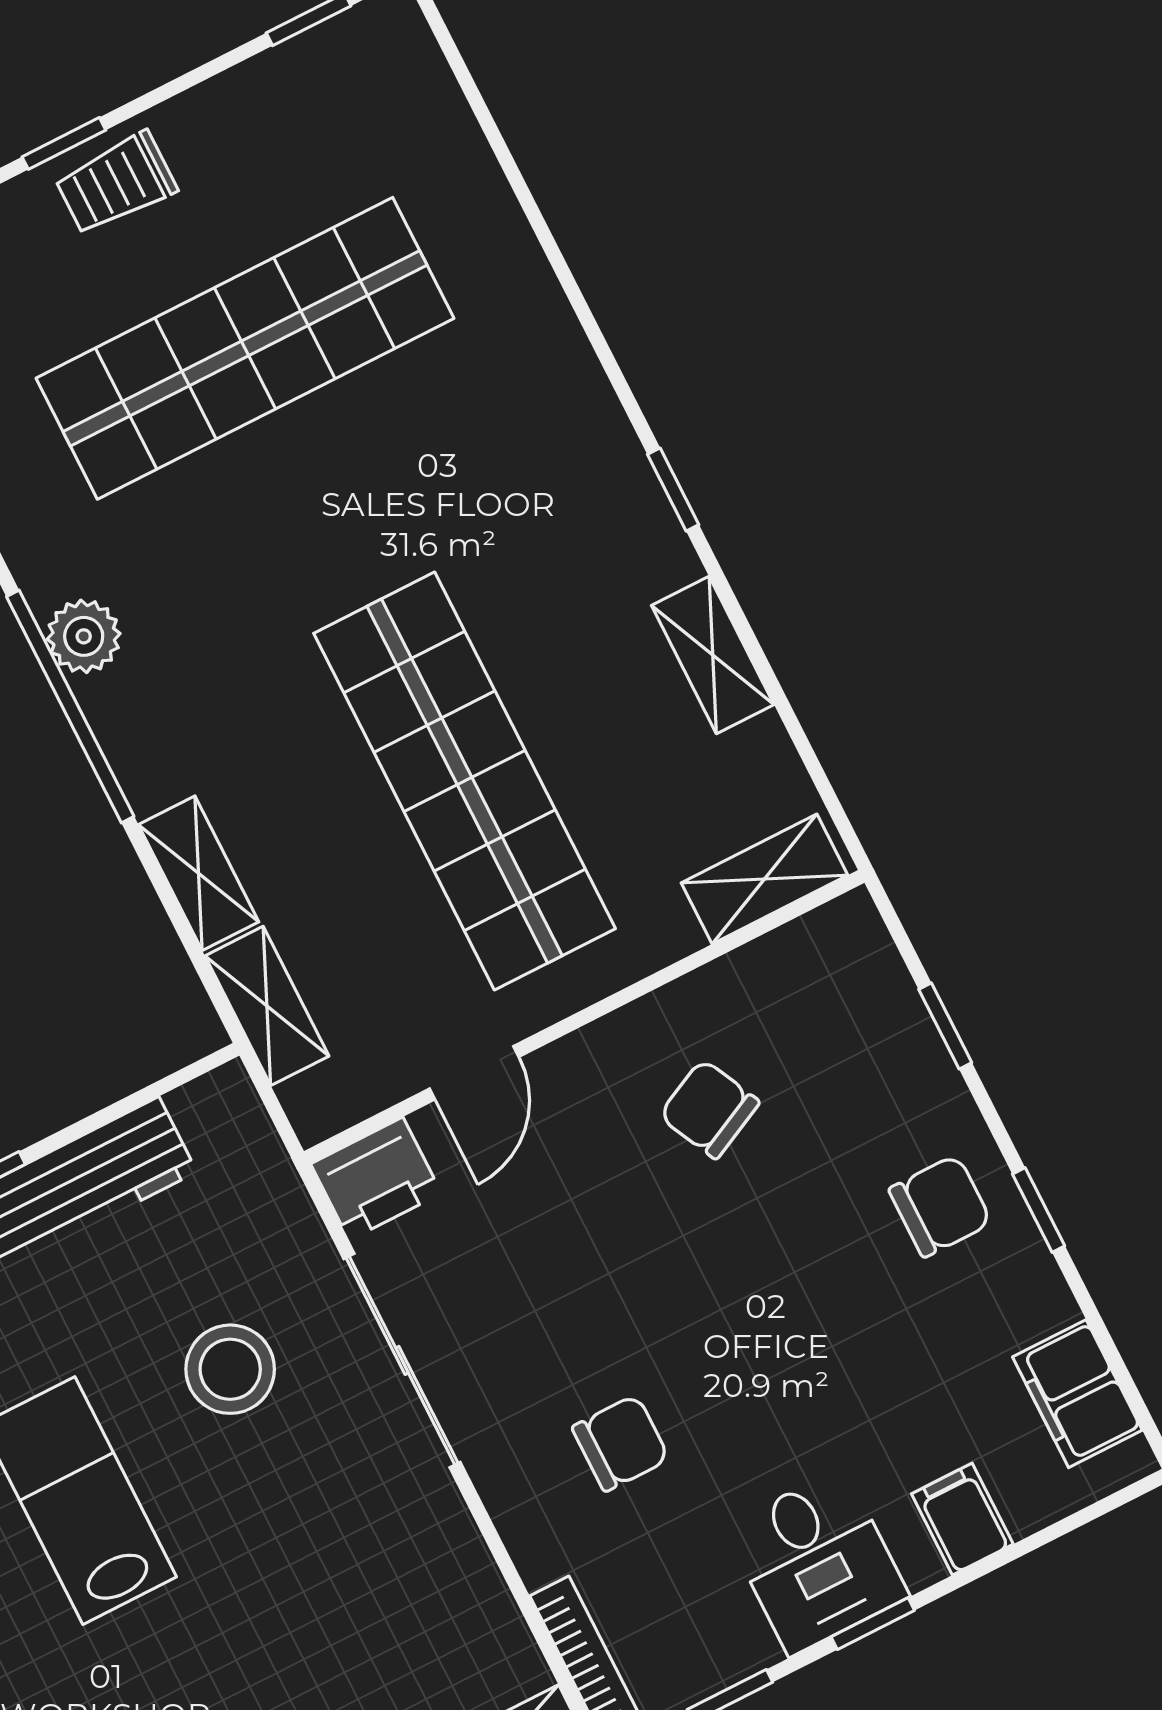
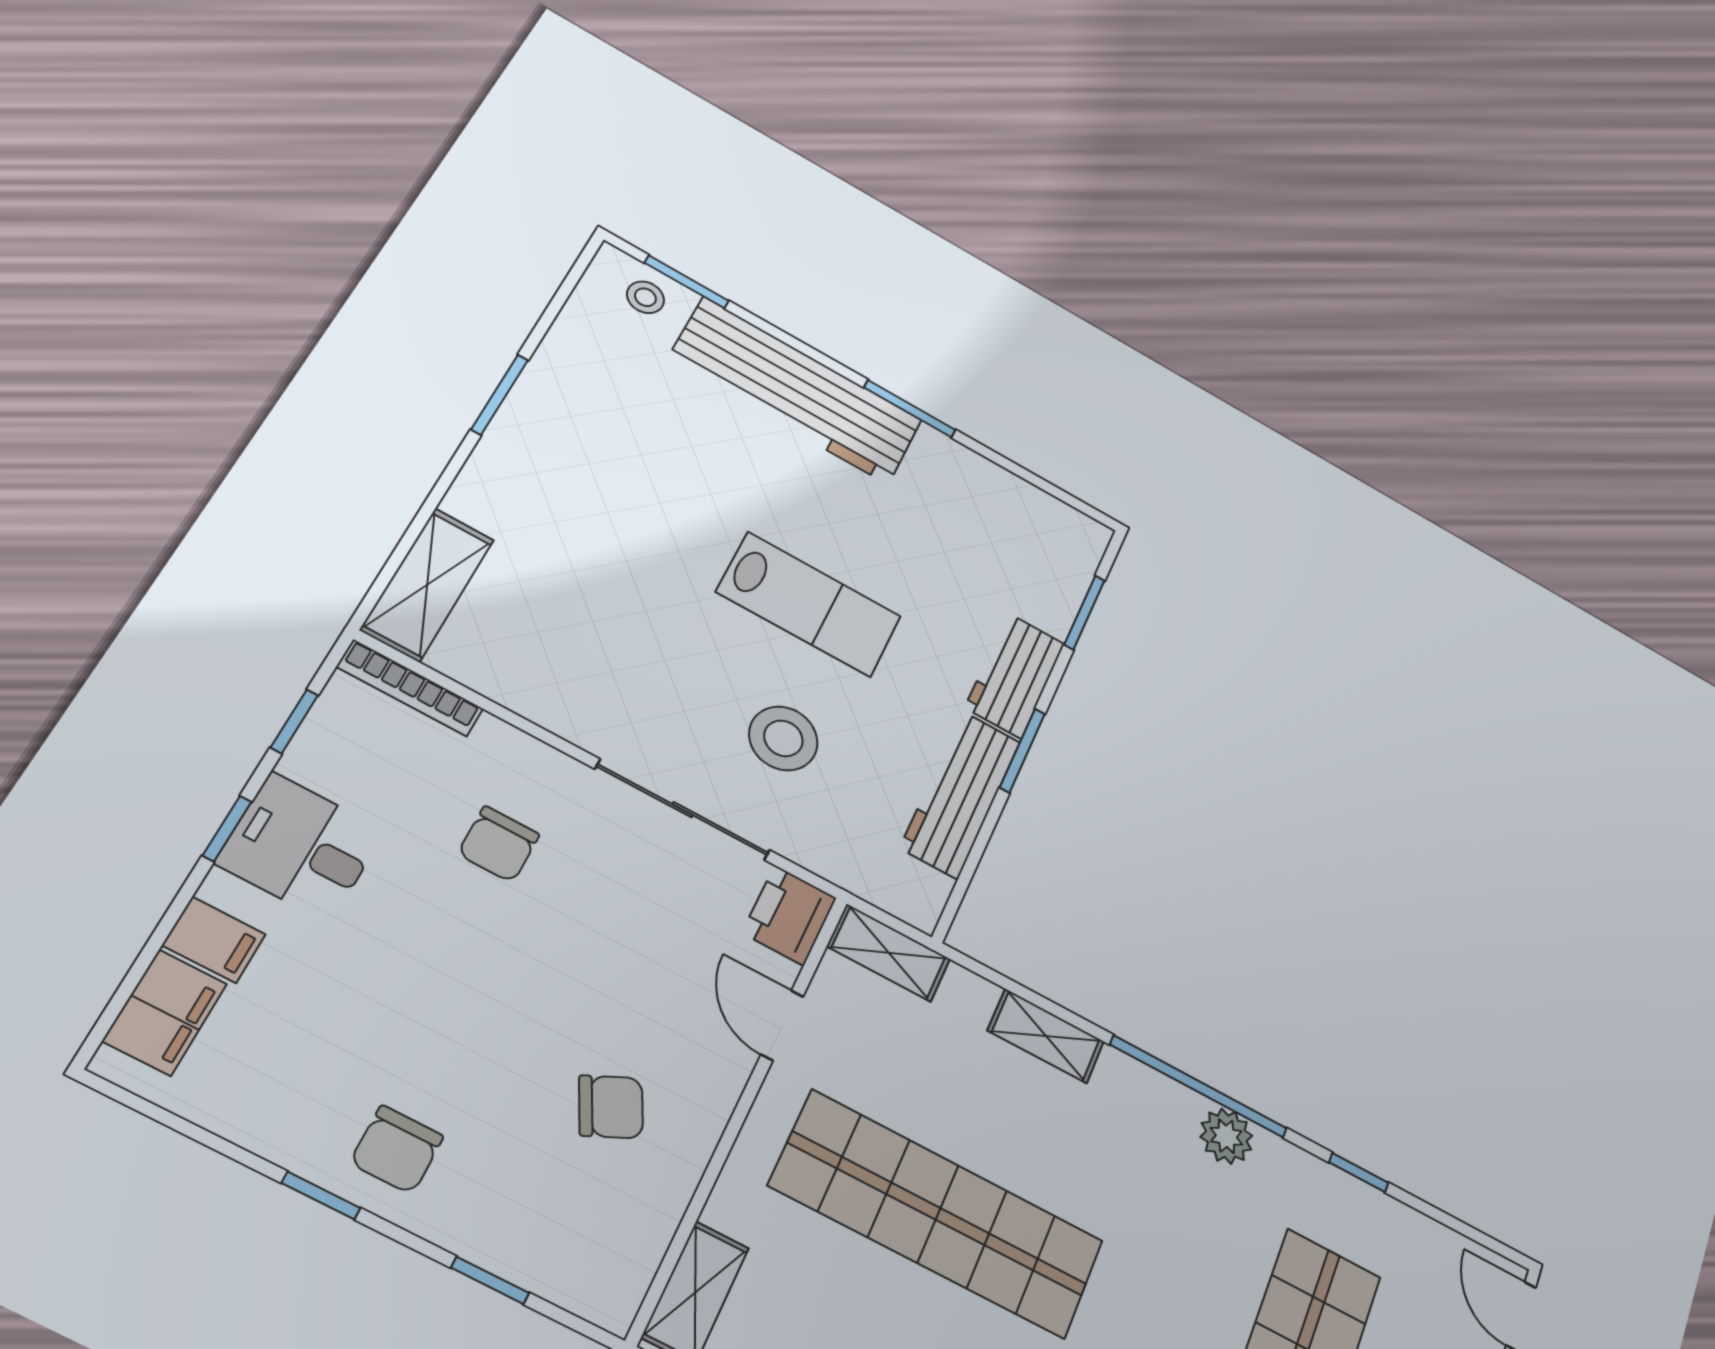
shelving: (267, 1006) -> (889, 953), moved
filing cabinet: (1077, 1394) -> (165, 1012), moved, turned 90

